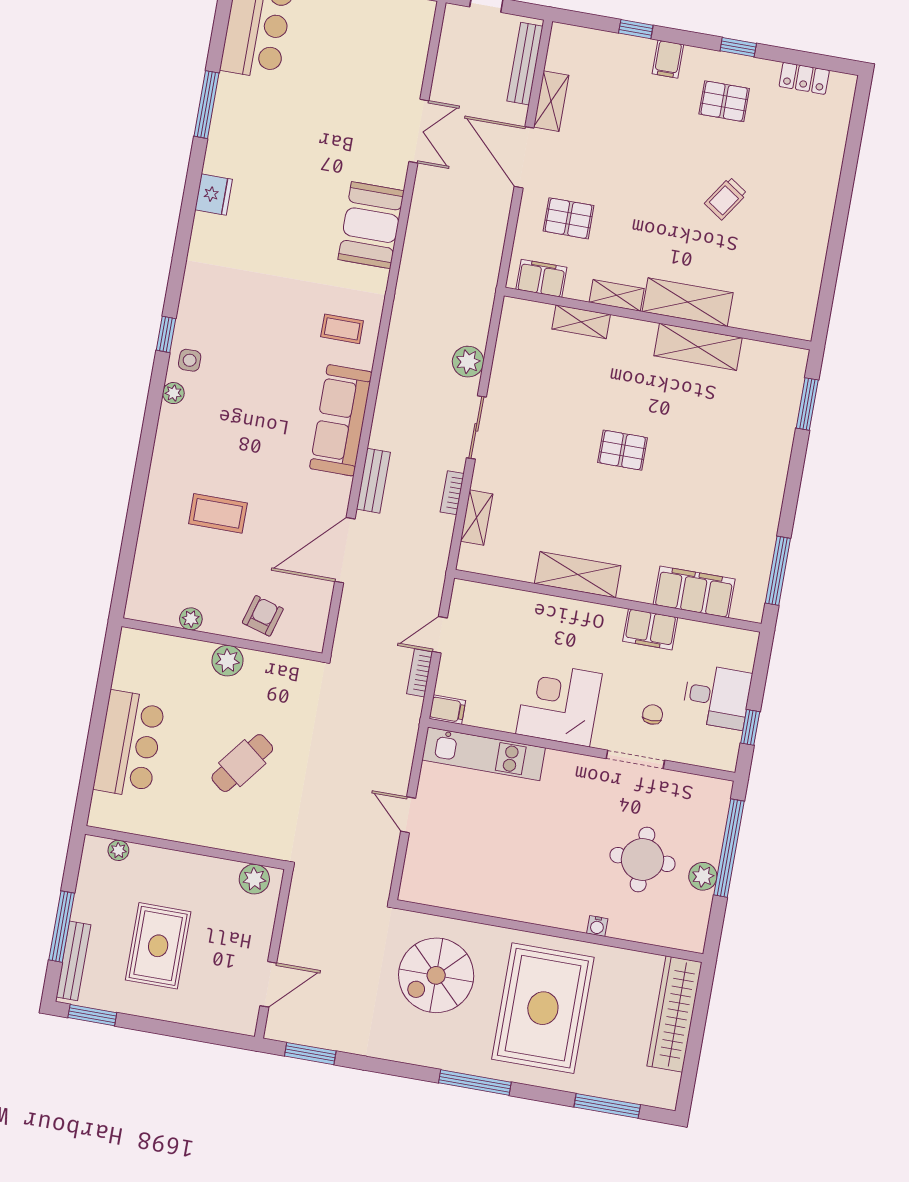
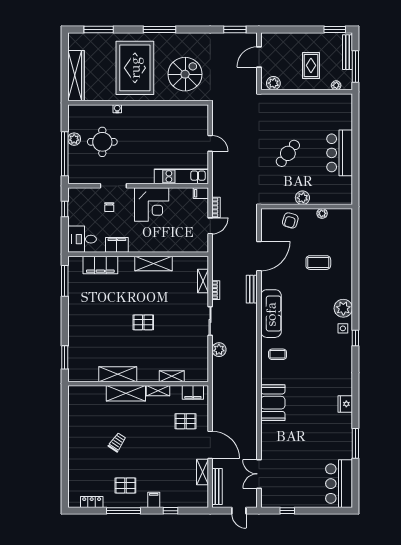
window: (738, 47) -> (123, 511), width x2.17
double door: (419, 131) -> (259, 474), moved
plant: (173, 393) -> (343, 308), width x1.88, depth x1.88
desk: (717, 697) -> (82, 239), moved
wall: (185, 848) -> (307, 92), moved
plant: (118, 850) -> (336, 85), moved
plant: (254, 879) -> (273, 83), moved
rug: (158, 946) -> (311, 65), width x0.73, depth x0.70

